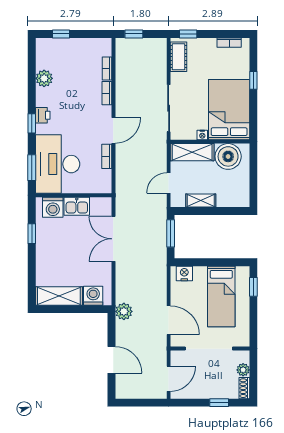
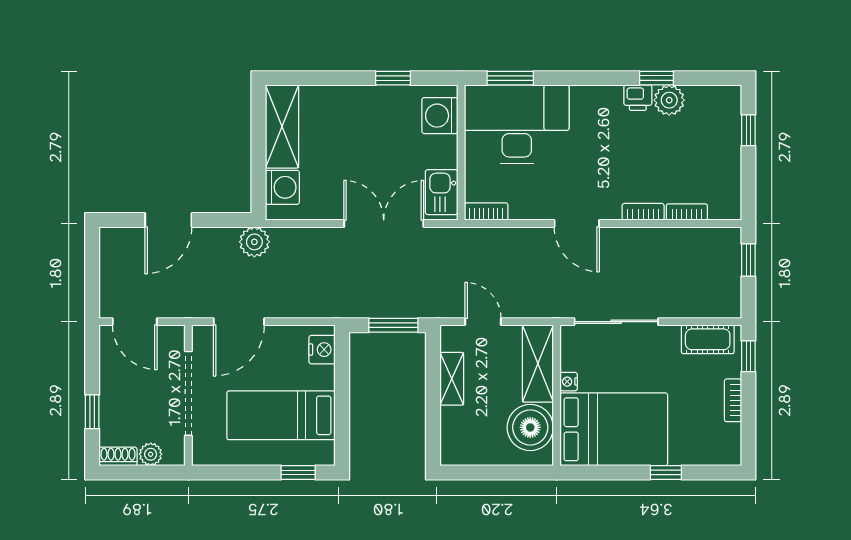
bookcase: (229, 43) -> (733, 400), moved
printer: (43, 115) -> (638, 98), moved
window: (32, 123) -> (656, 78), moved
bookcase: (107, 156) -> (486, 212), moved
kitchen sink: (77, 206) -> (442, 192), moved

